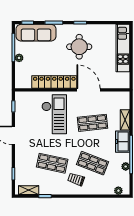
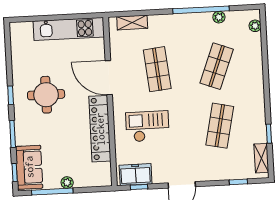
sofa: (36, 33) -> (29, 167), width x0.73
kitchen unit: (123, 48) -> (69, 29), moved
door: (89, 90) -> (109, 78), hinge flipped
checkout: (54, 114) -> (147, 126), width x0.73, depth x0.83
shelving: (125, 120) -> (132, 22), moved
freezer: (123, 142) -> (136, 175), moved, turned 180
trolley: (76, 179) -> (242, 89), removed

